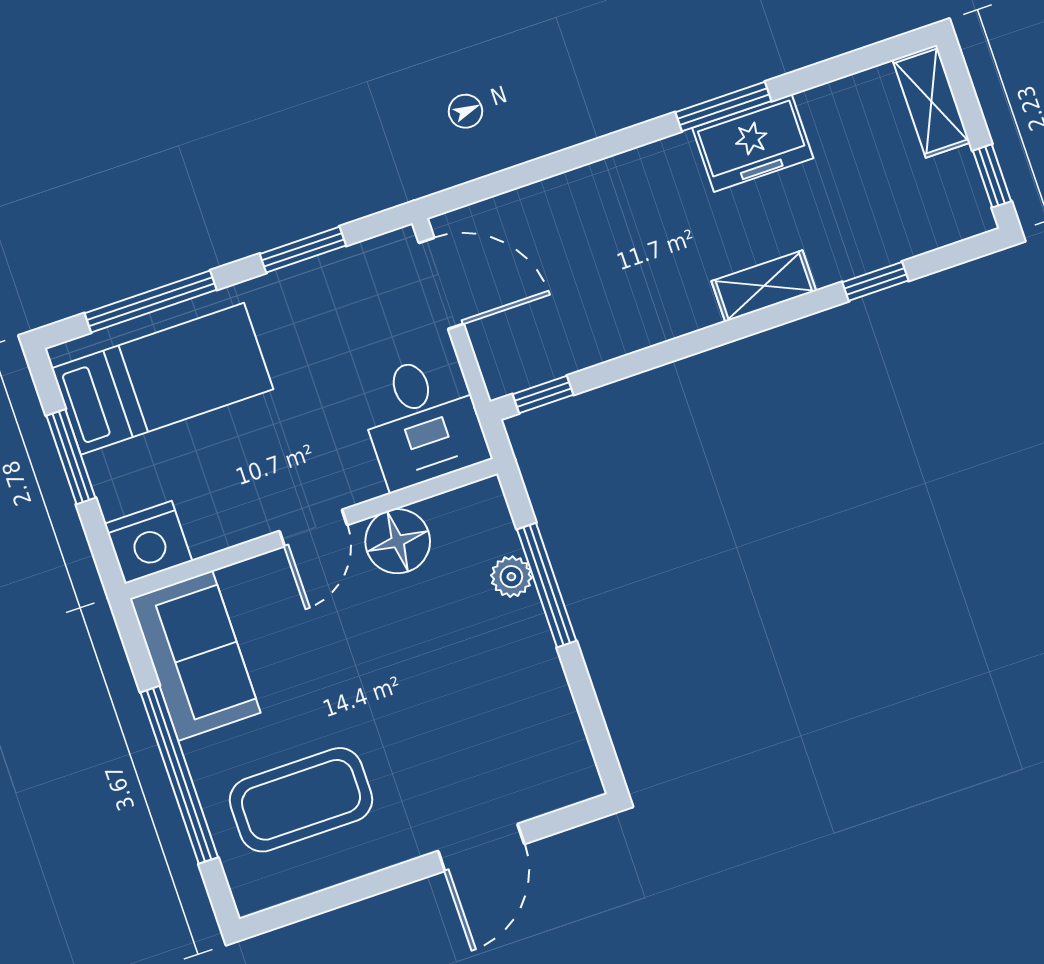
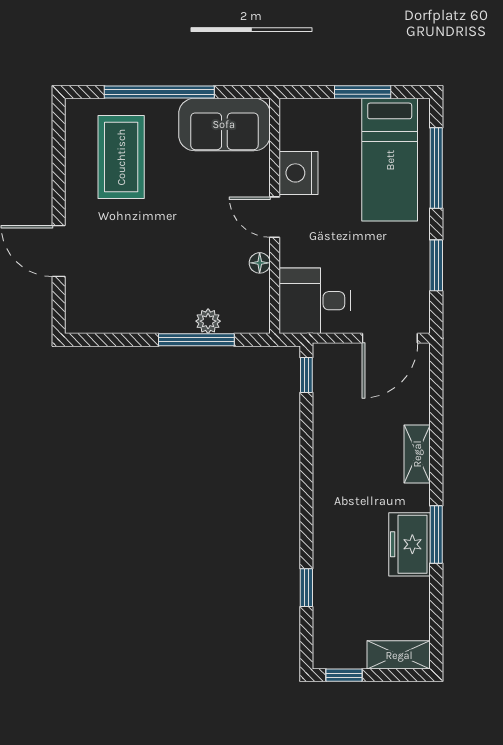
shelving: (764, 286) -> (417, 454), moved
floor lamp: (398, 541) -> (260, 263), width x0.53, depth x0.53
nightstand: (148, 542) -> (298, 173), moved

